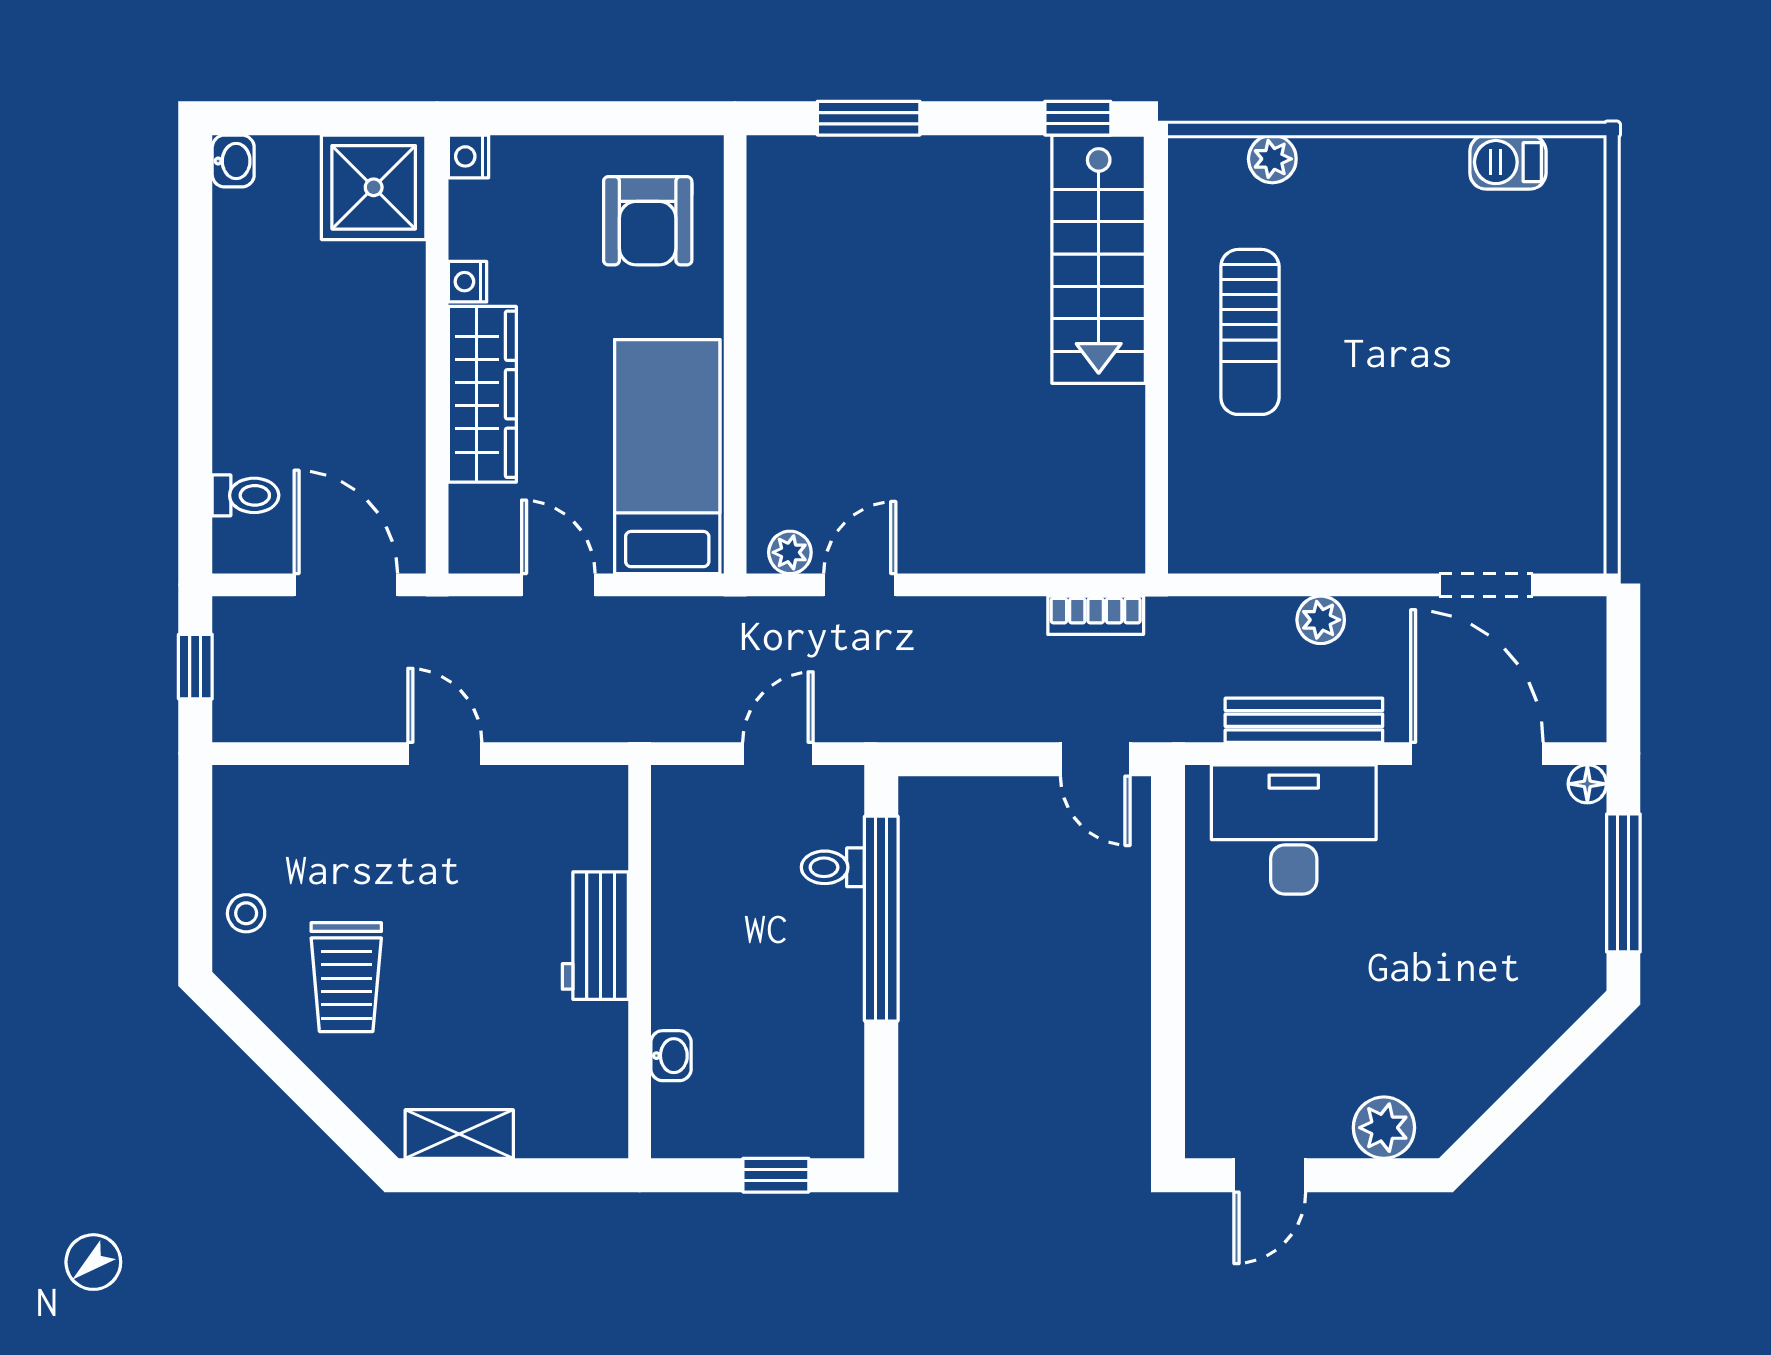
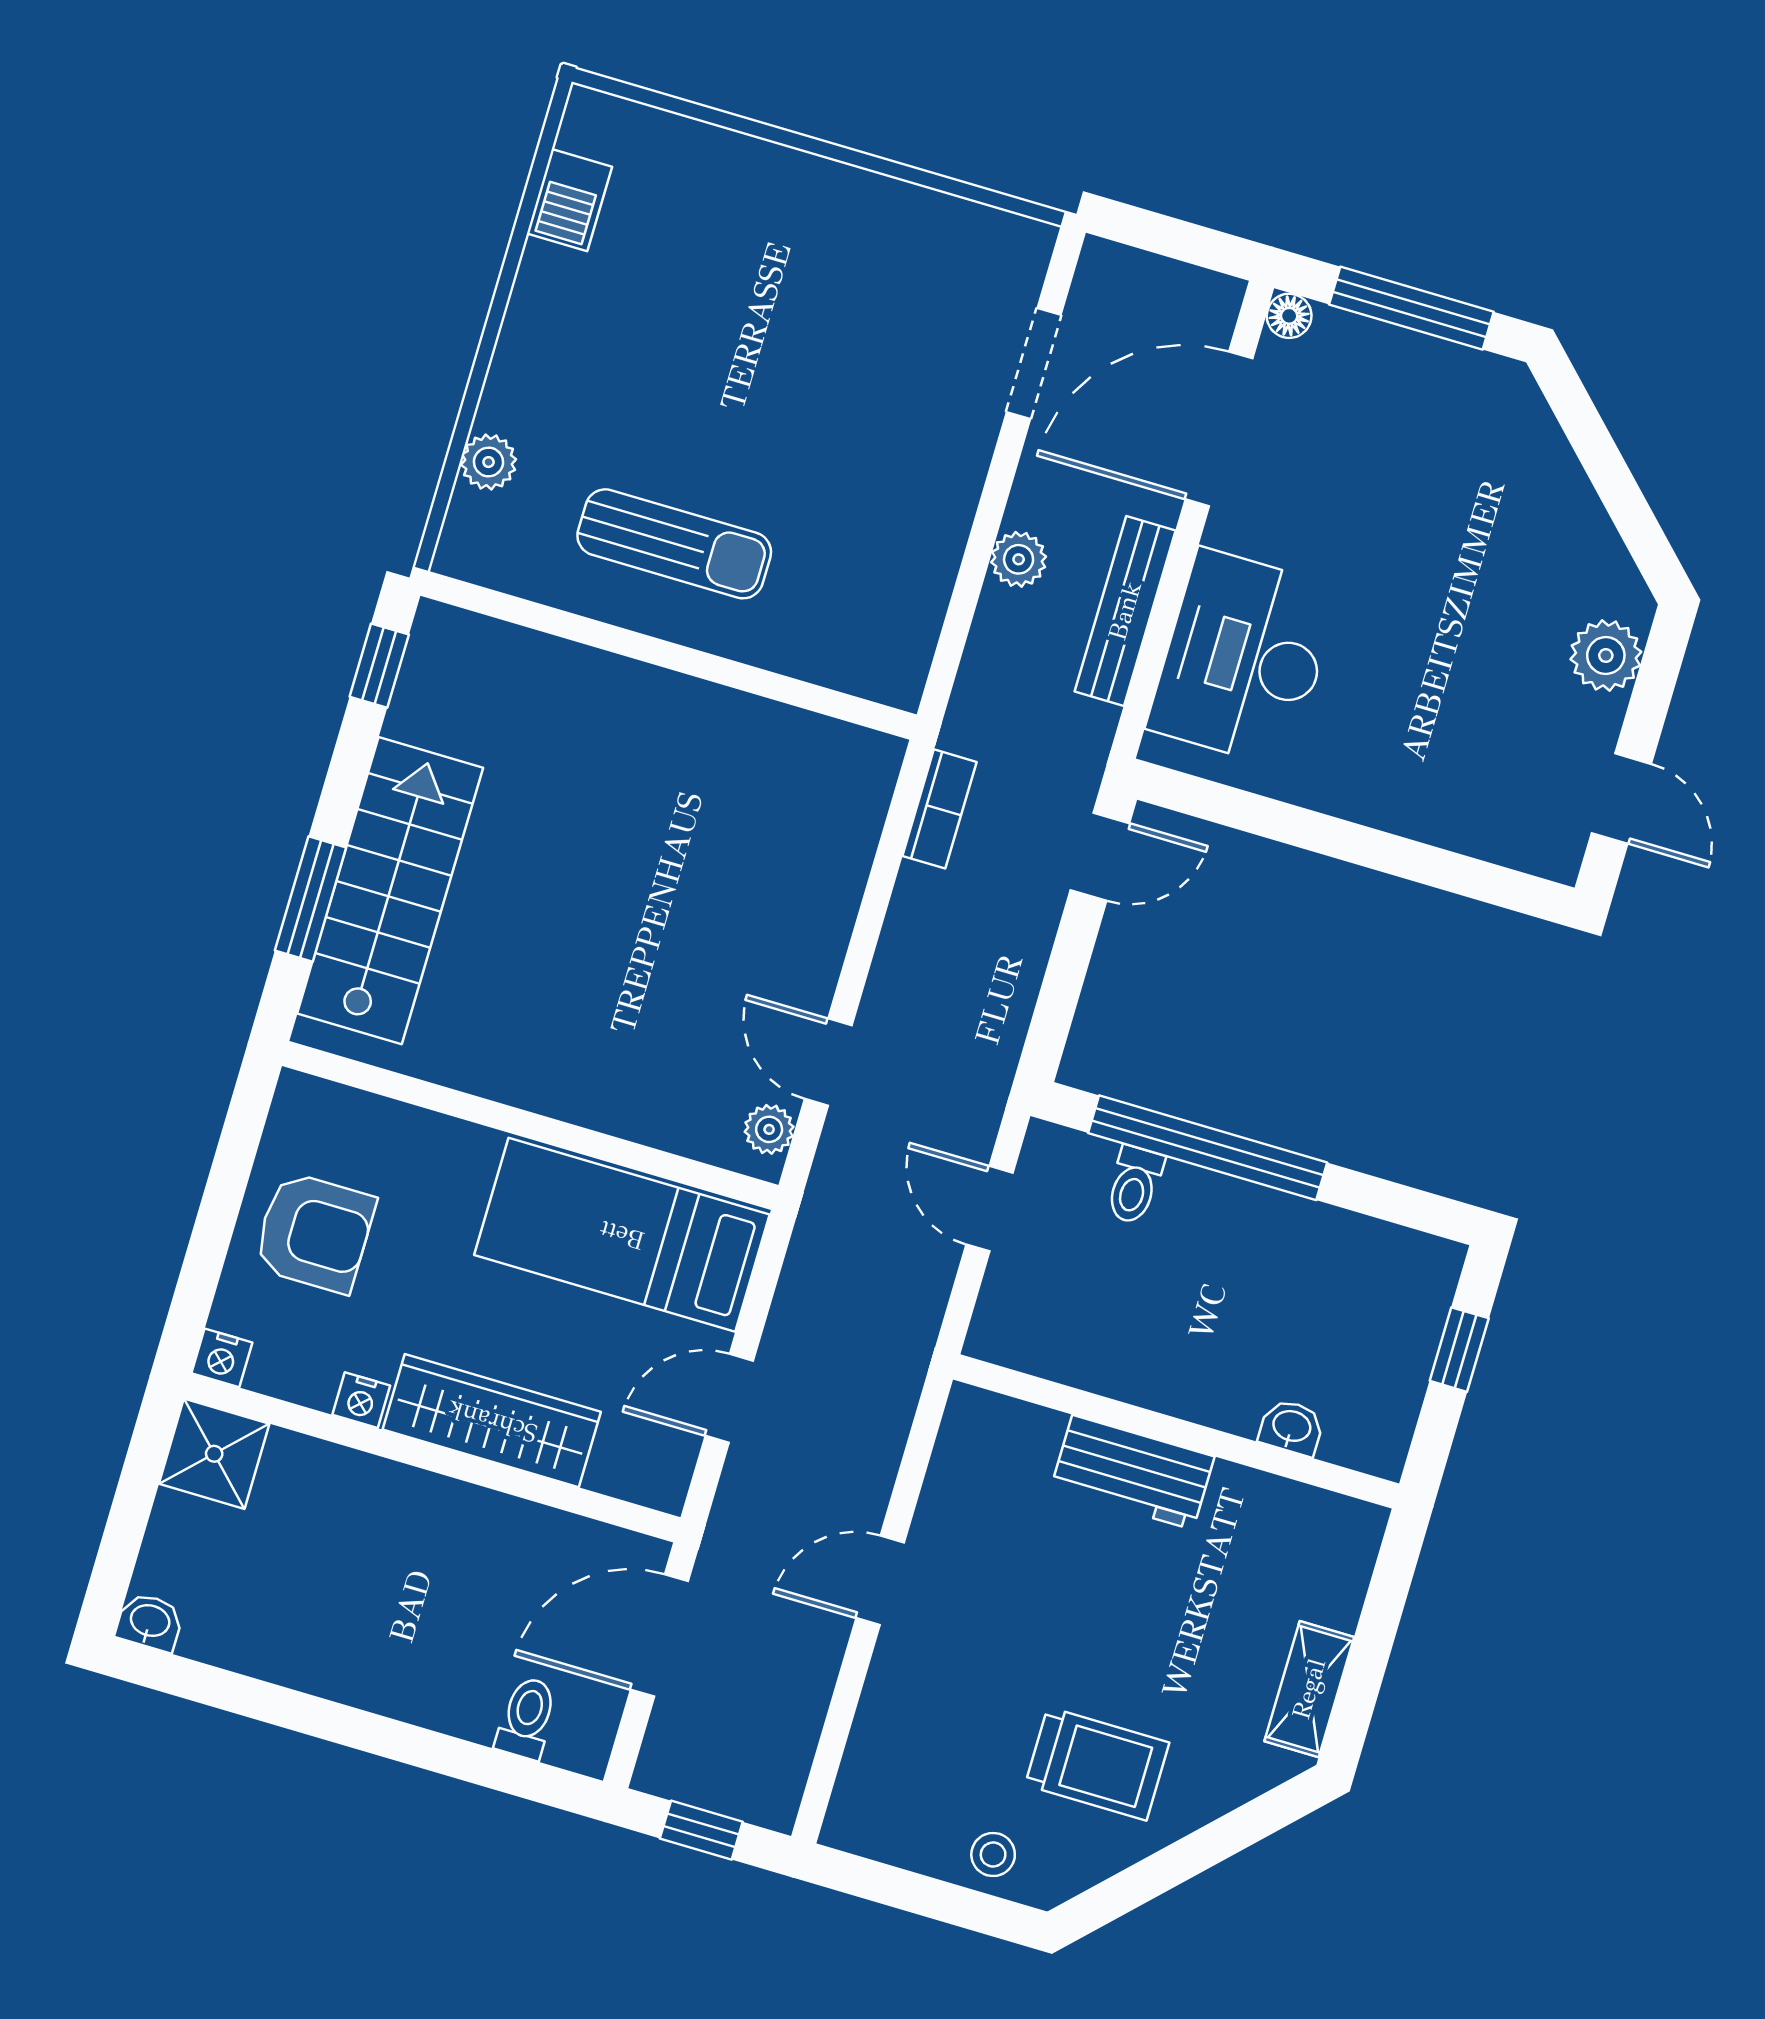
shower: (374, 187) -> (214, 1454), width x0.73, depth x0.73
armchair: (648, 221) -> (314, 1232), moved
stairs: (1099, 259) -> (390, 891), moved, turned -90

